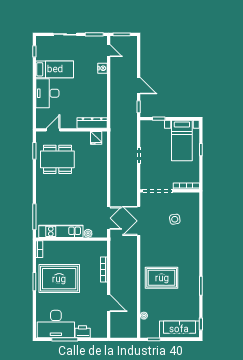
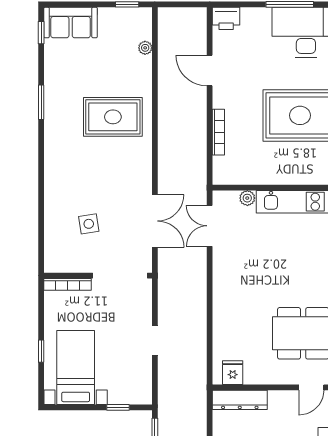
sofa: (179, 329) -> (71, 23), width x0.73
printer: (83, 332) -> (226, 18), moved

